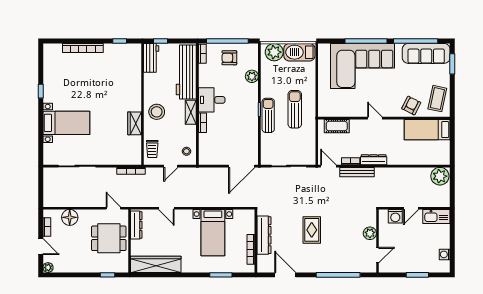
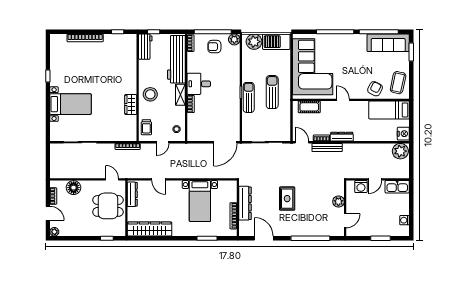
corner sofa: (362, 66) -> (313, 67), moved, turned -90
plant: (252, 76) -> (234, 39), moved
nightstand: (443, 156) -> (403, 134), added

